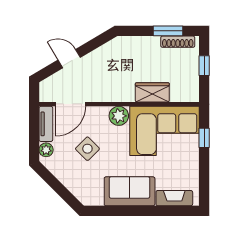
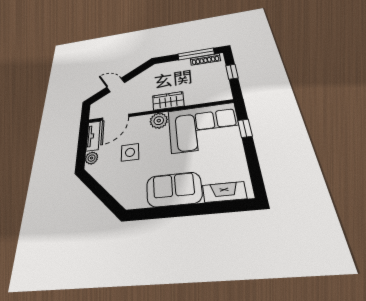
window: (168, 31) -> (196, 54), width x1.44
wardrobe: (152, 92) -> (168, 101), moved
side table: (87, 149) -> (130, 152), turned 45

